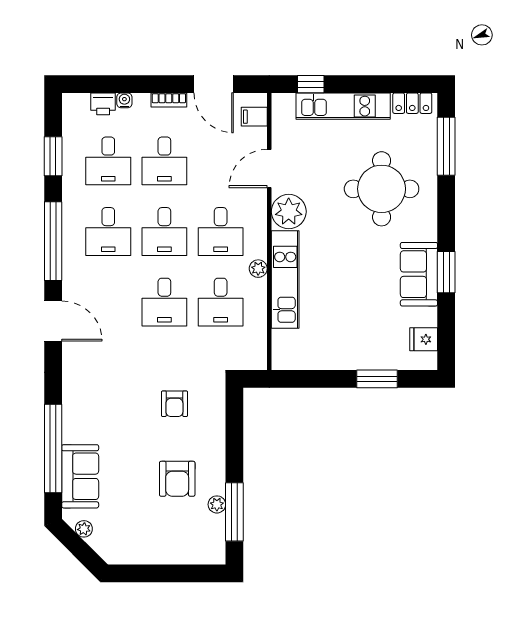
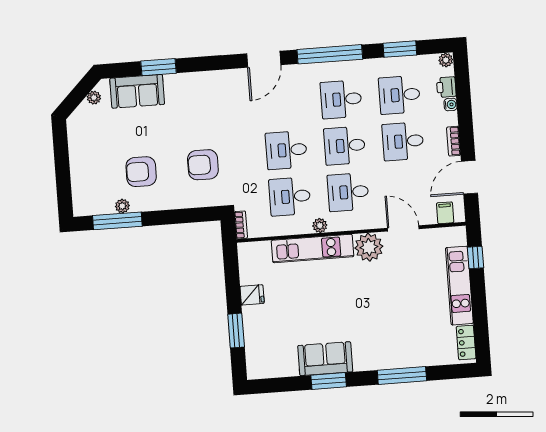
plant: (70, 102) -> (446, 60), added
window: (446, 146) -> (402, 375), moved
round table: (382, 189) -> (393, 322), removed
fridge: (424, 339) -> (252, 295), moved, turned 90
bookcase: (250, 364) -> (241, 225), added
armchair: (174, 404) -> (203, 165), width x1.38, depth x1.38
window: (53, 448) -> (158, 67), width x0.47

